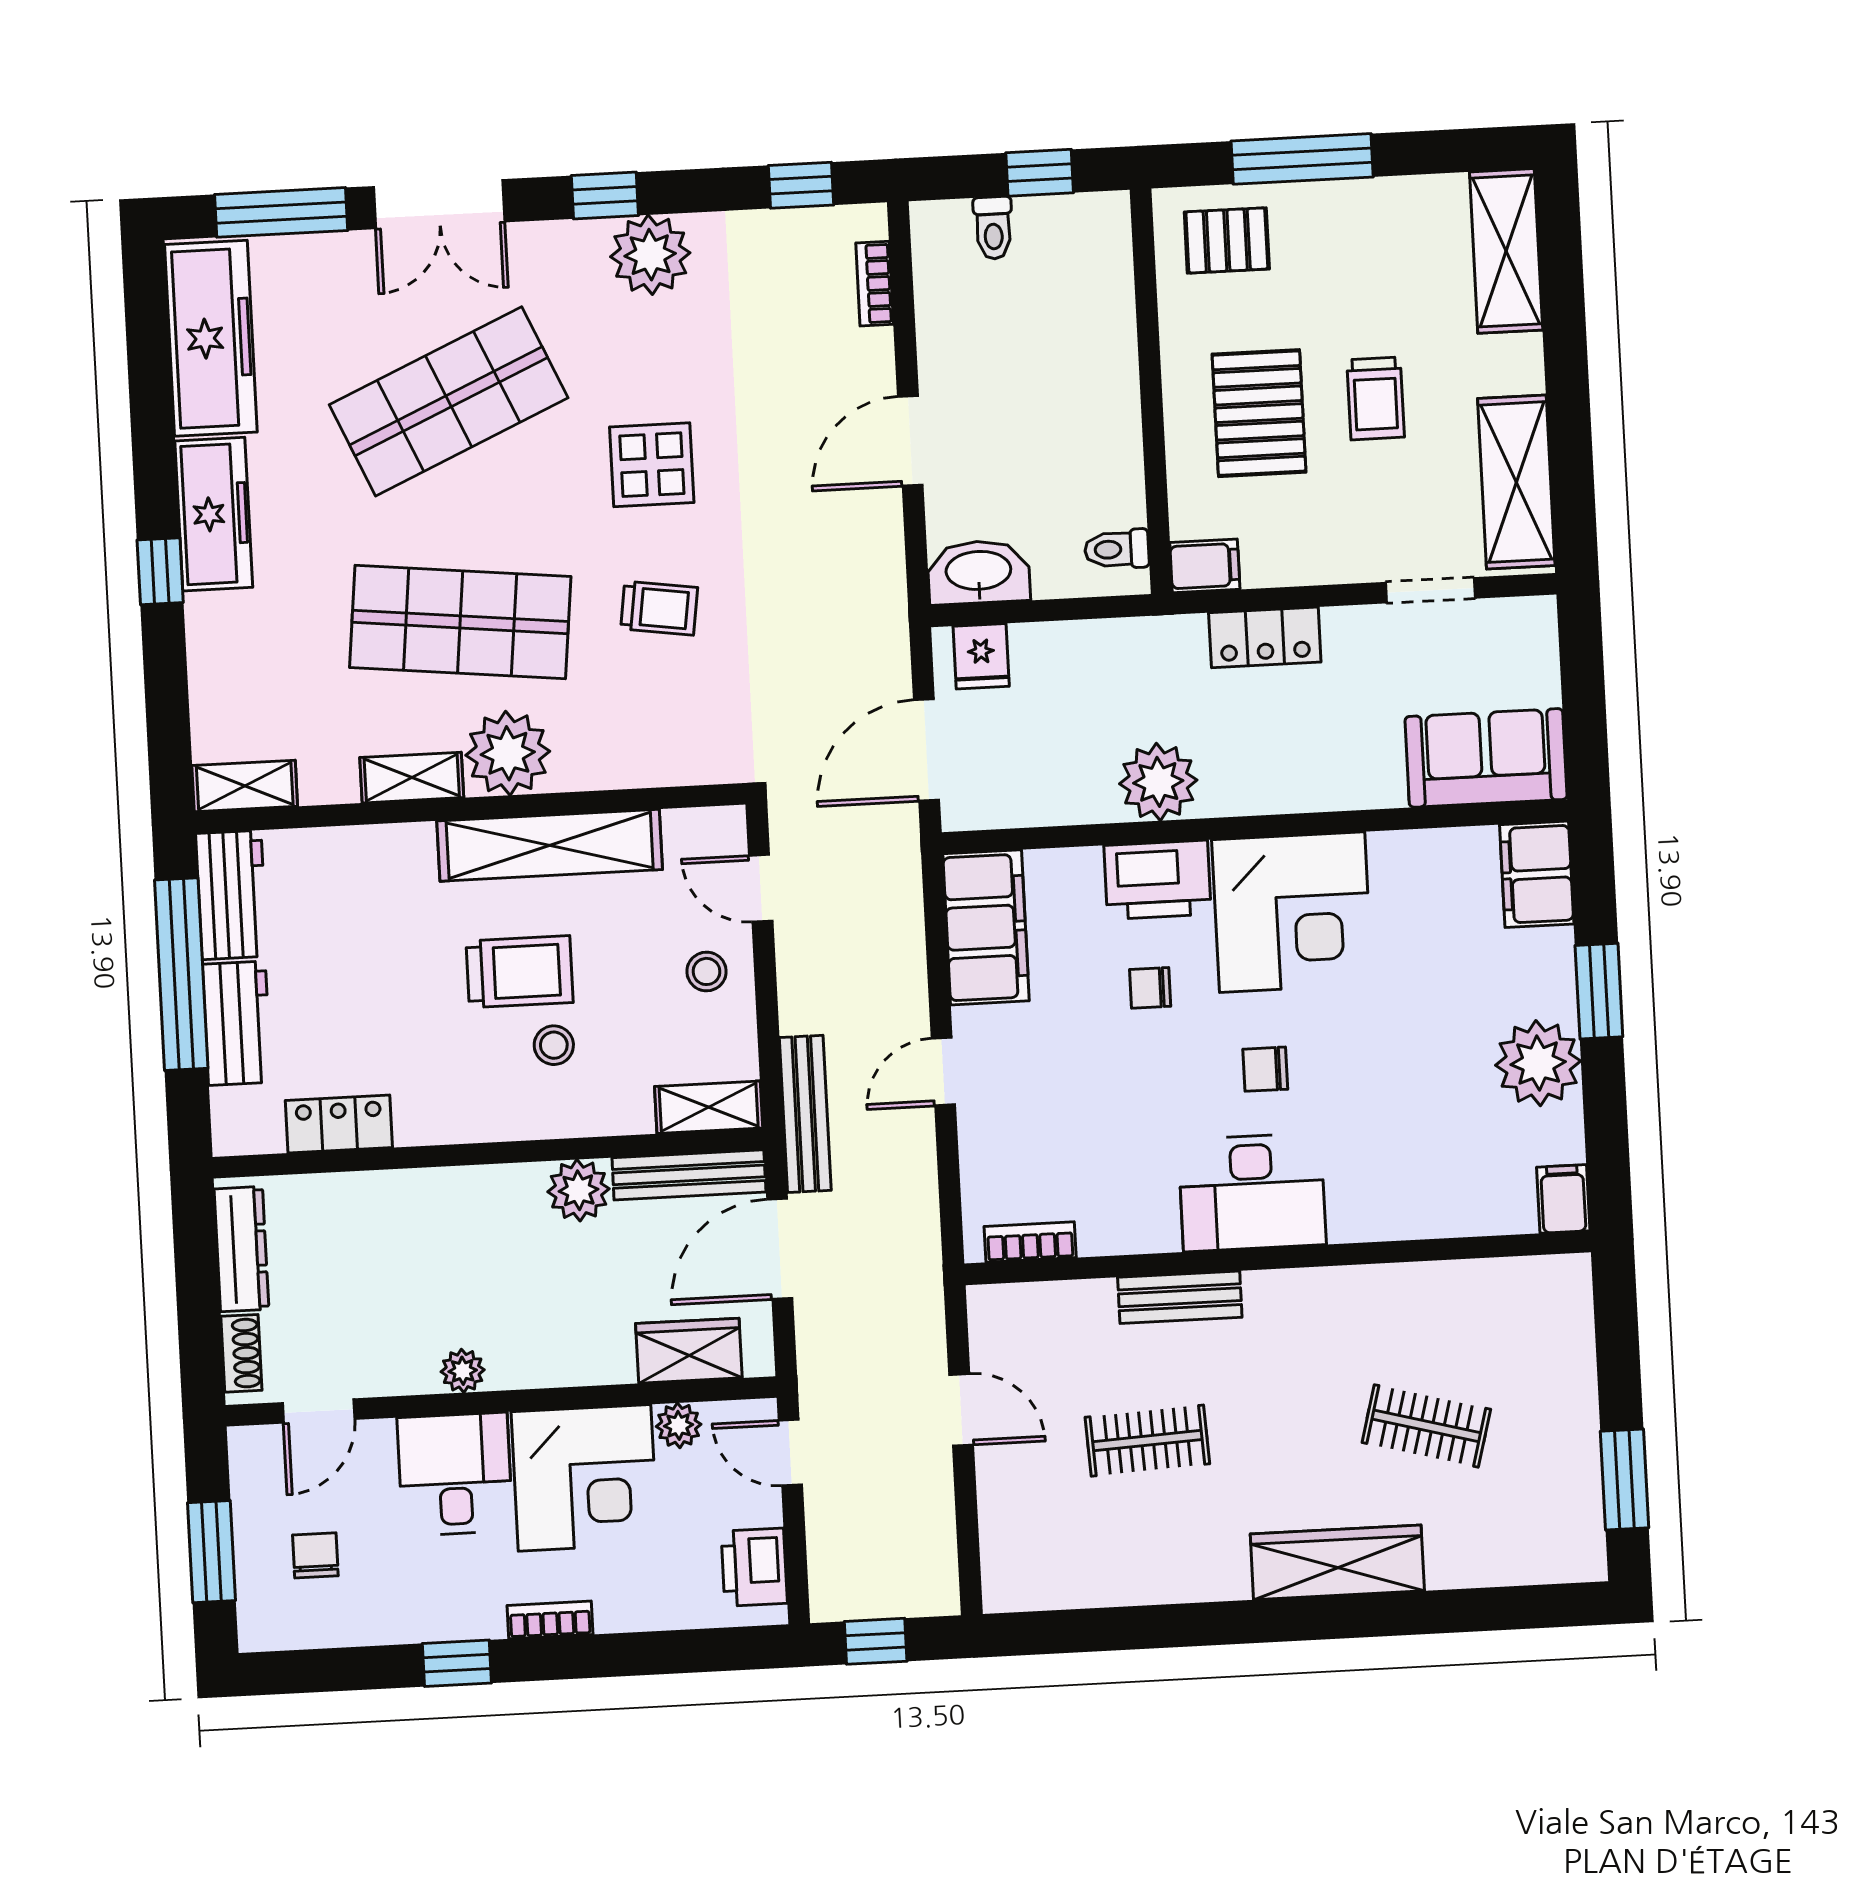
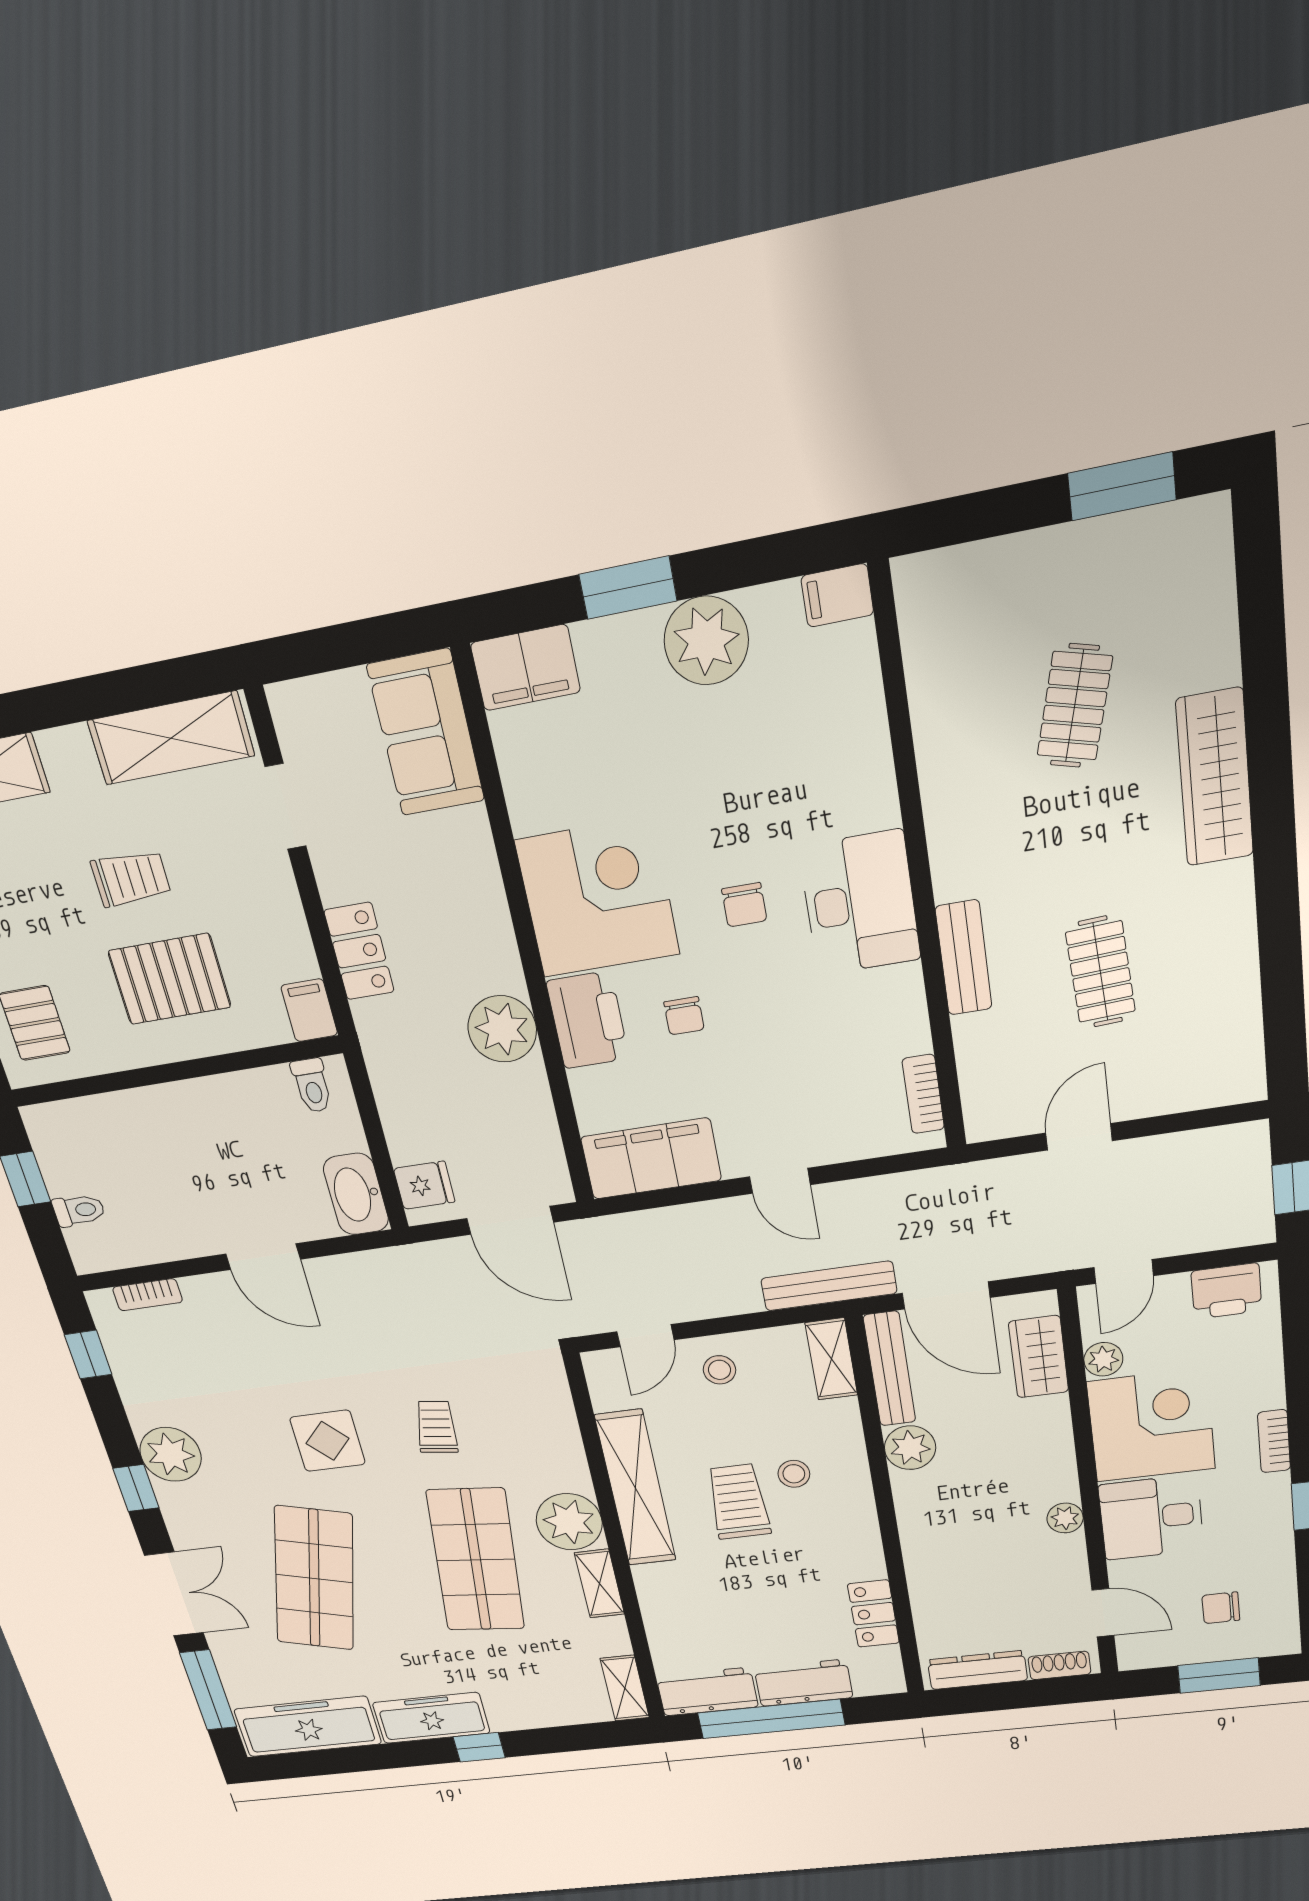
shop shelf: (449, 401) -> (314, 1579), turned 39

